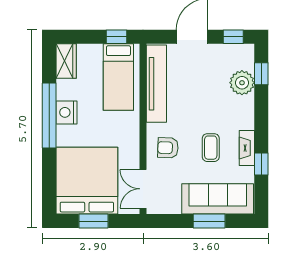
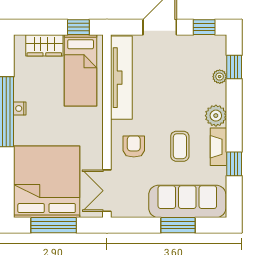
wardrobe: (66, 61) -> (44, 45), moved, turned 90
plant: (242, 83) -> (220, 77), width x0.53, depth x0.53
nightstand: (66, 112) -> (20, 108), width x0.53, depth x0.56
plant: (244, 119) -> (216, 116), added
armchair: (168, 148) -> (134, 146), turned 88
window: (93, 221) -> (54, 225), width x1.44

